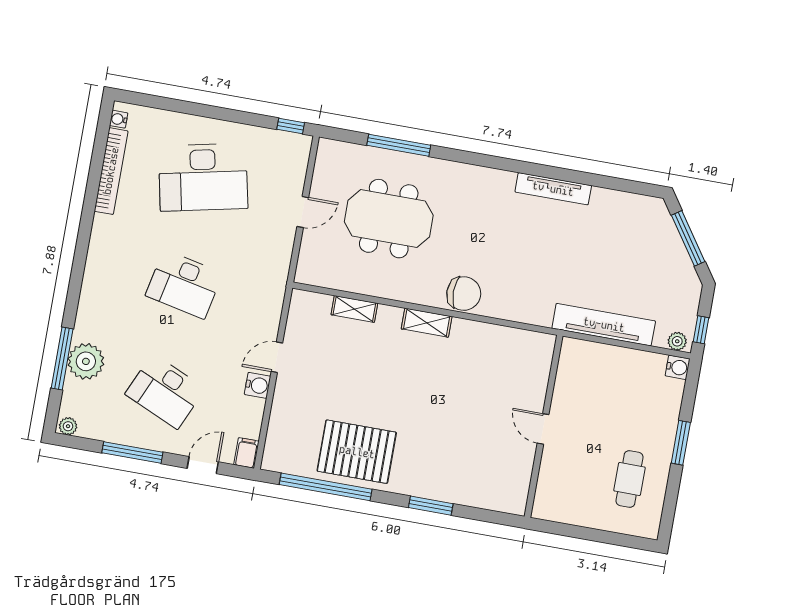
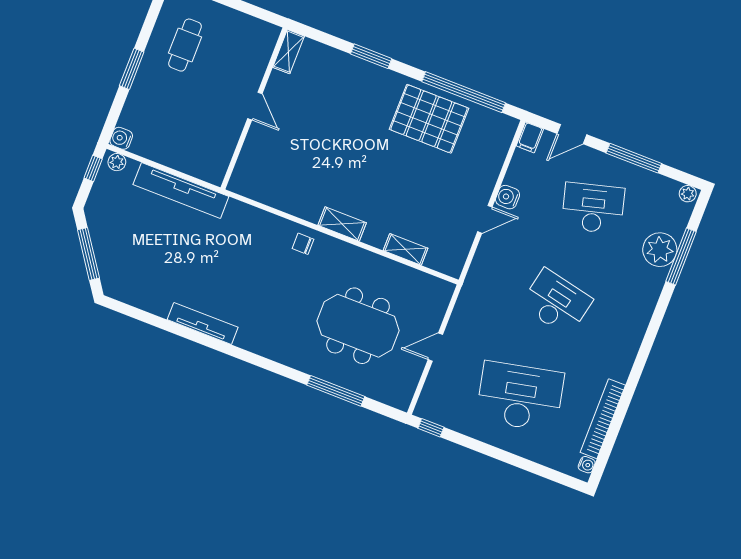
chair: (464, 294) -> (303, 244), width x0.54, depth x0.54
desk: (165, 391) -> (593, 208), turned -39
shelving: (519, 493) -> (289, 52), added

